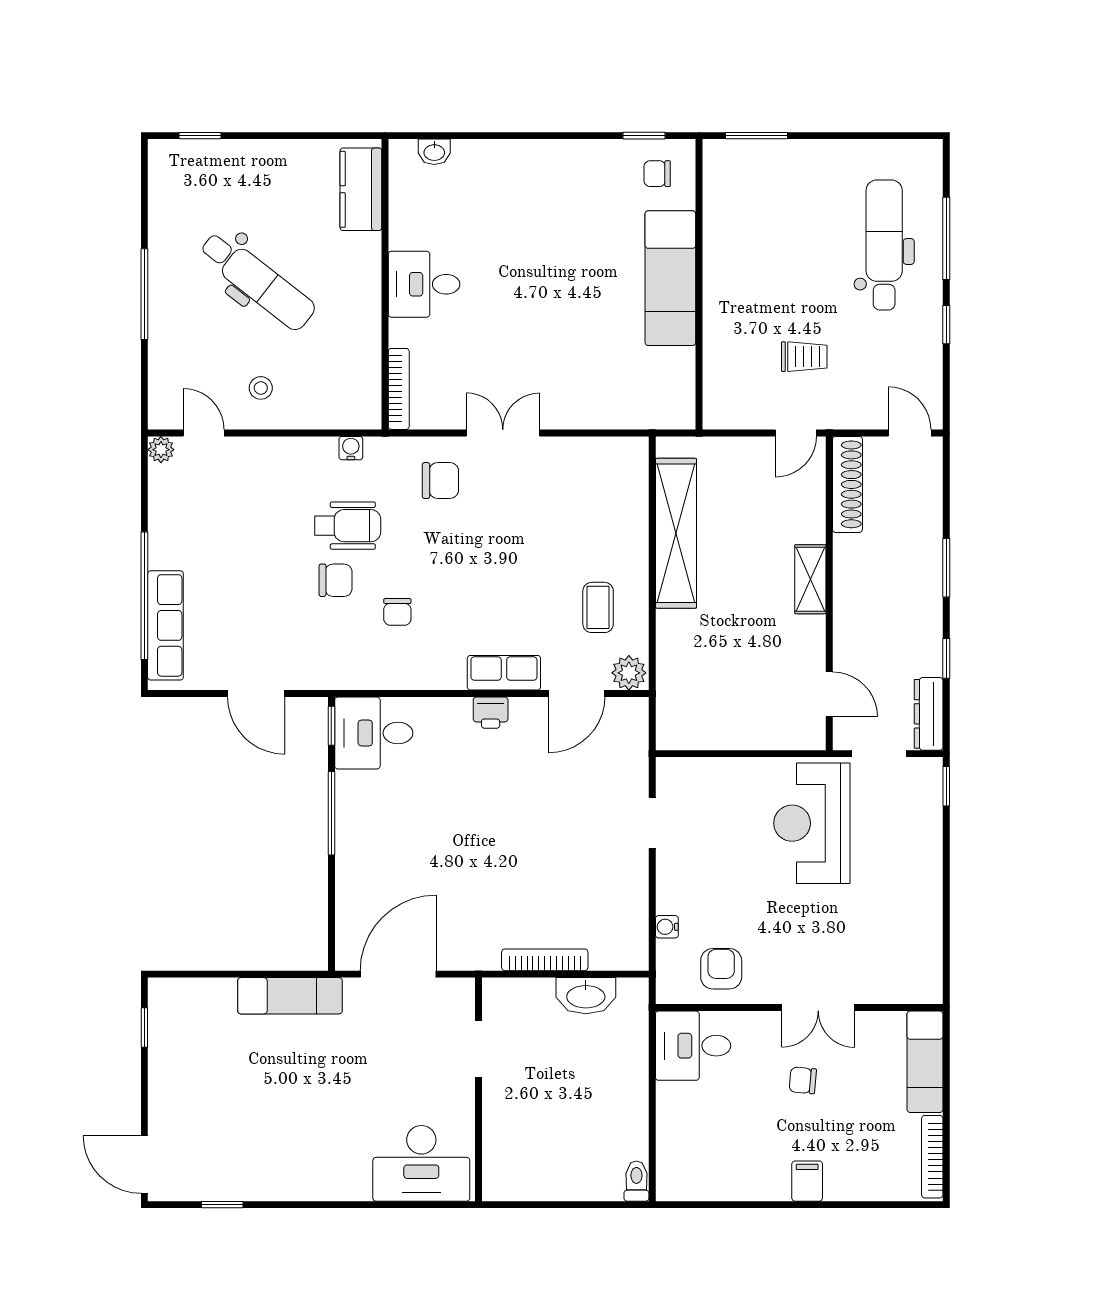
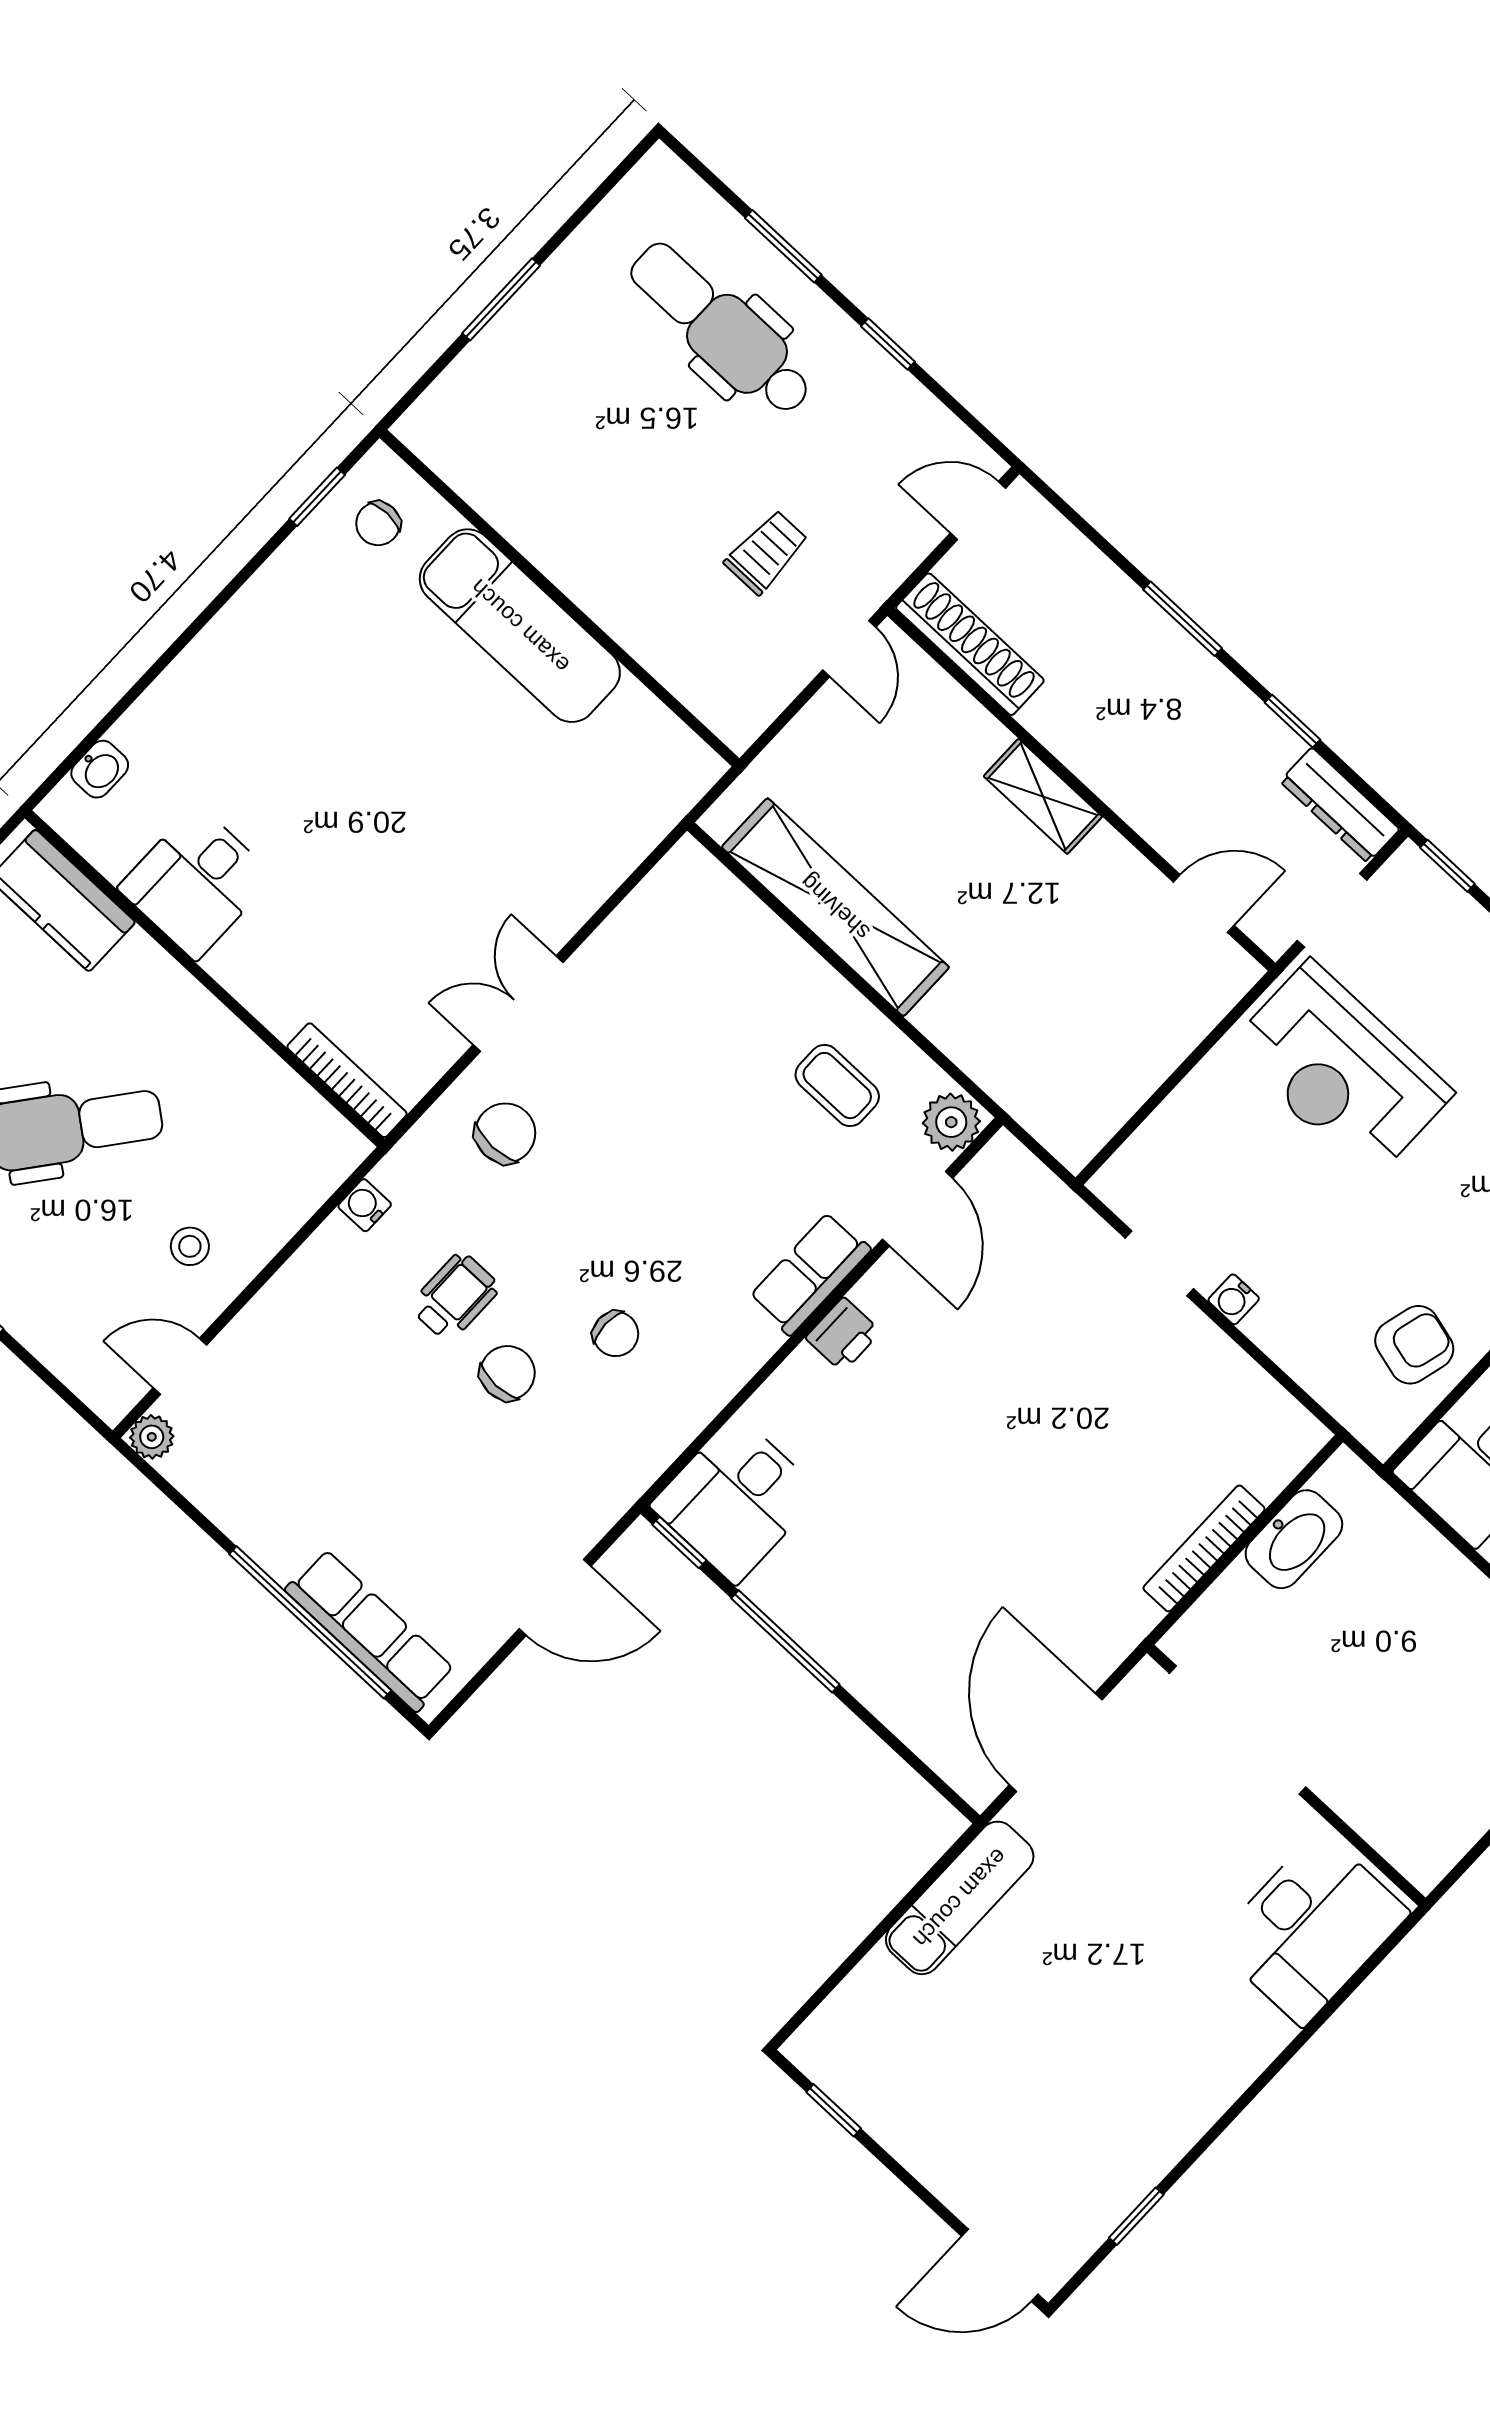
window: (756, 136) -> (501, 299), moved
window: (946, 238) -> (783, 246), width x0.69
desk: (424, 284) -> (196, 882), moved
wheelchair: (348, 526) -> (455, 1297), width x0.73, depth x0.73
water cooler: (667, 927) -> (1234, 1299), moved
armchair: (721, 969) -> (1414, 1345), turned 105
doorway: (478, 1049) -> (1238, 1730), width x1.88

